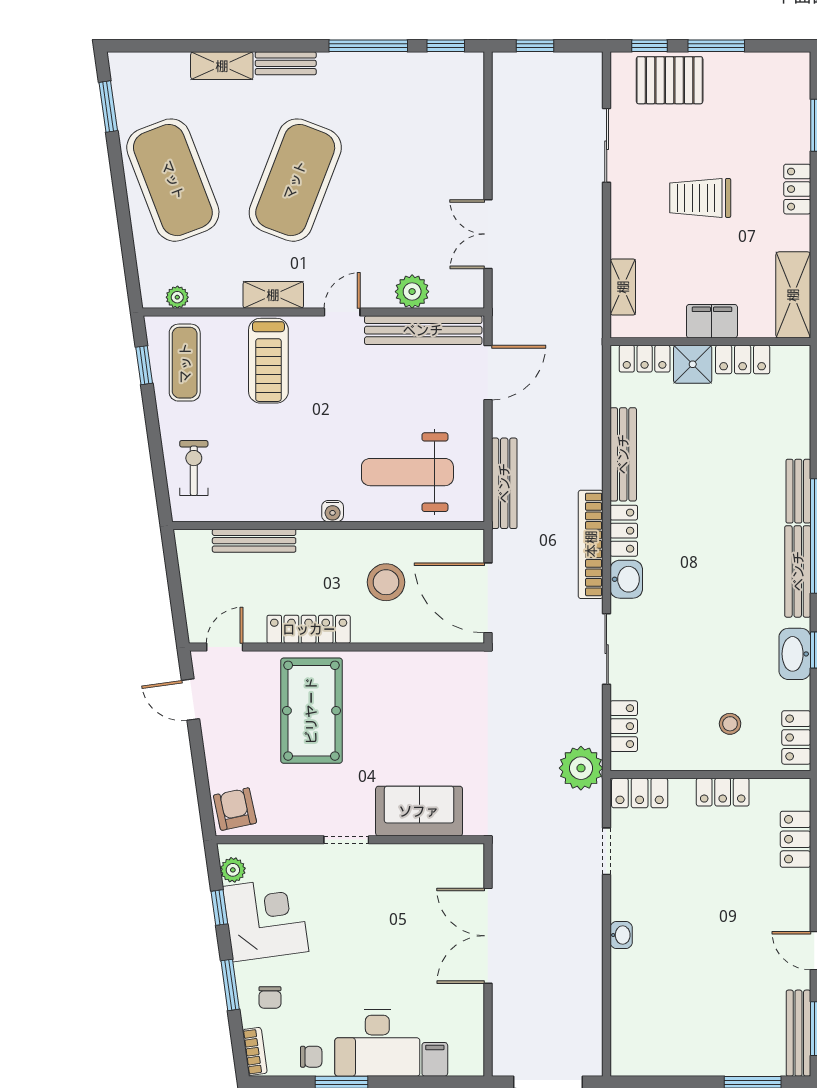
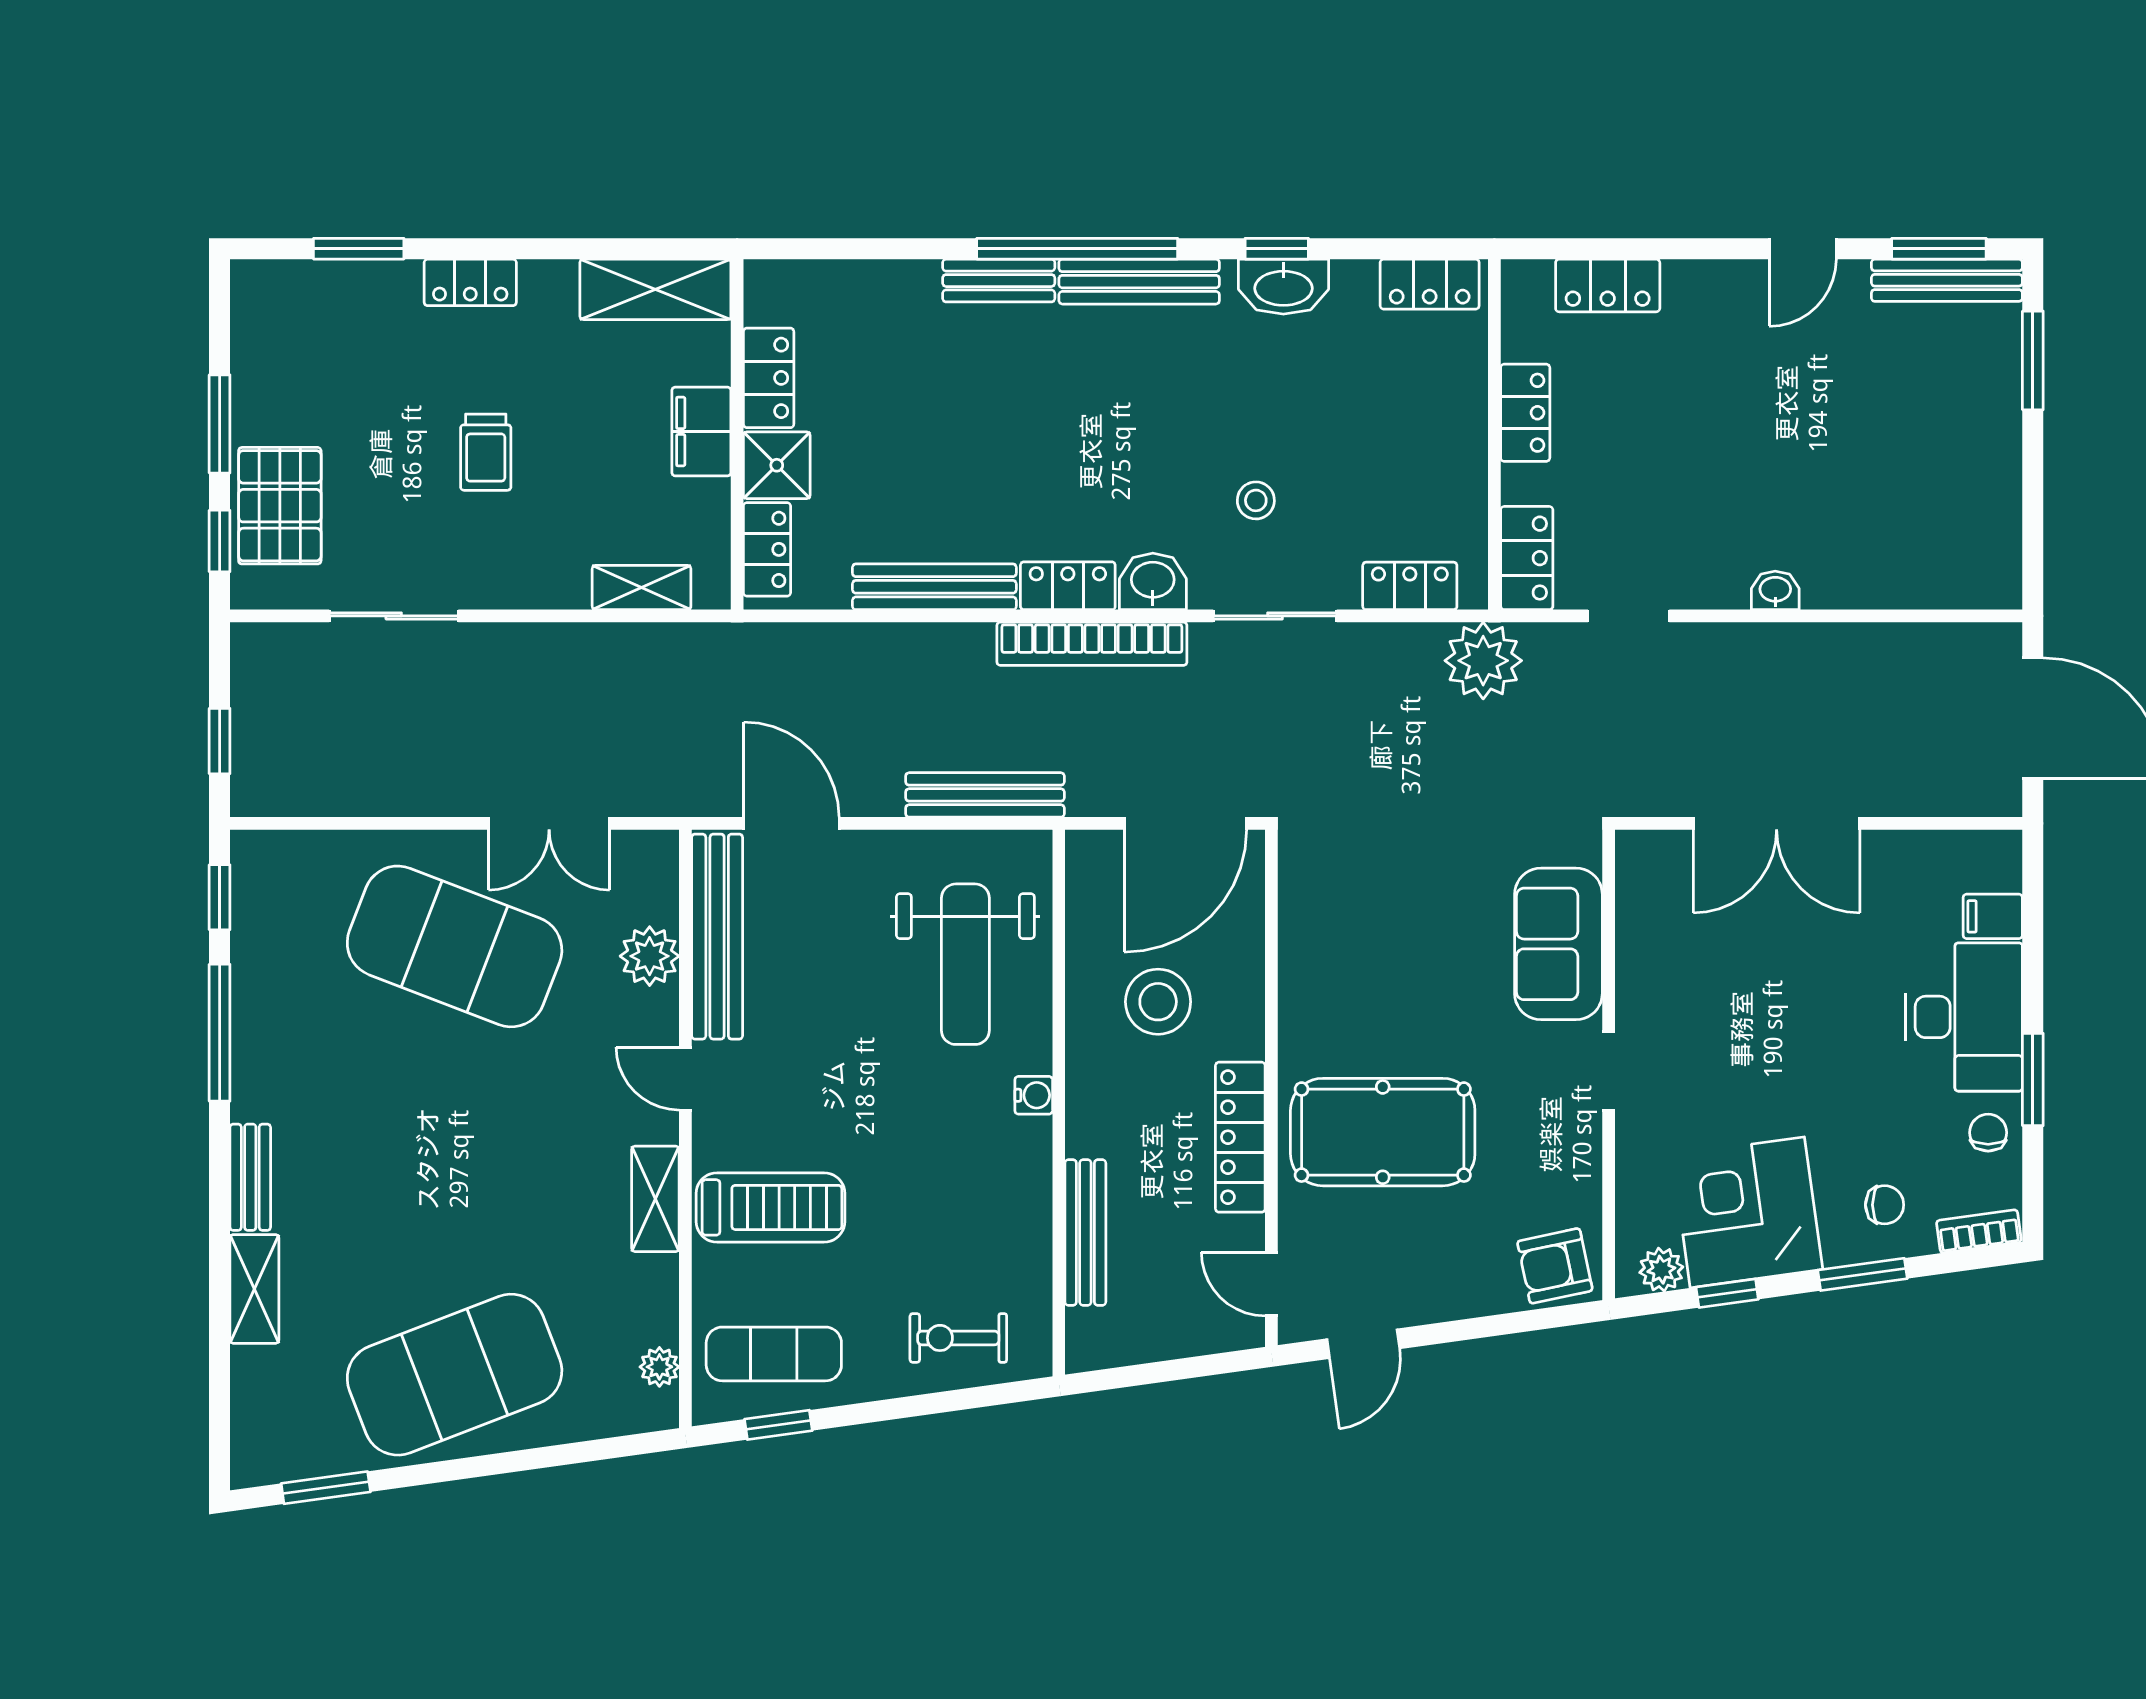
exercise mat: (295, 180) -> (455, 946), moved
trolley: (700, 198) -> (486, 452), width x0.73, depth x0.72
stool: (730, 724) -> (1256, 500), moved

